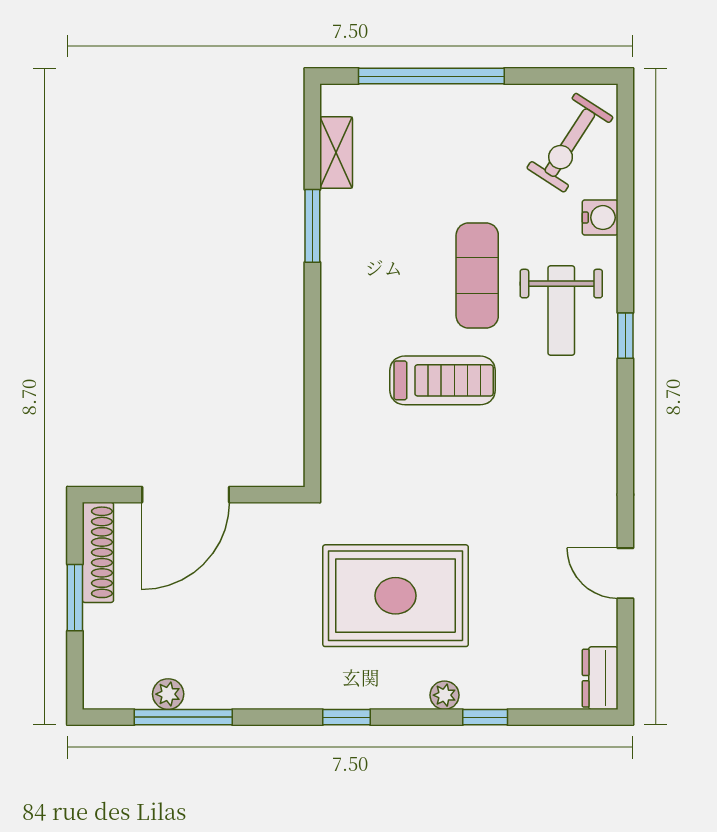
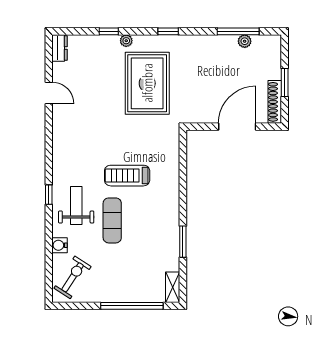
shelving: (336, 153) -> (173, 287), moved
rug: (396, 596) -> (147, 83), turned 90

